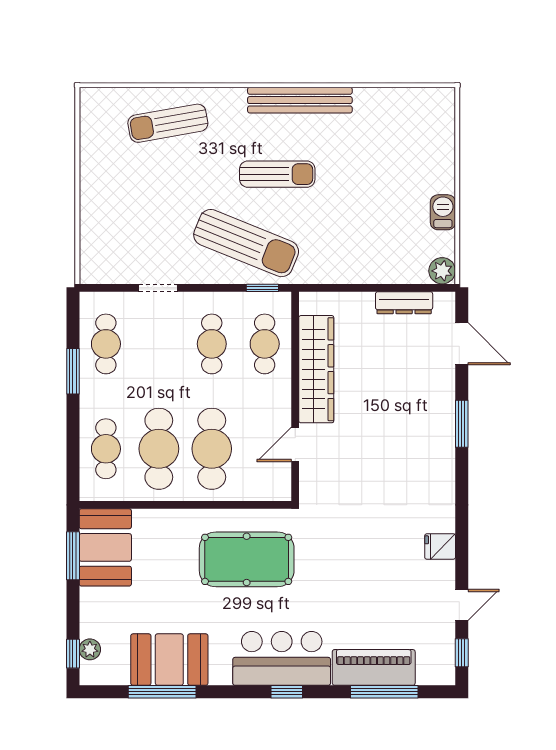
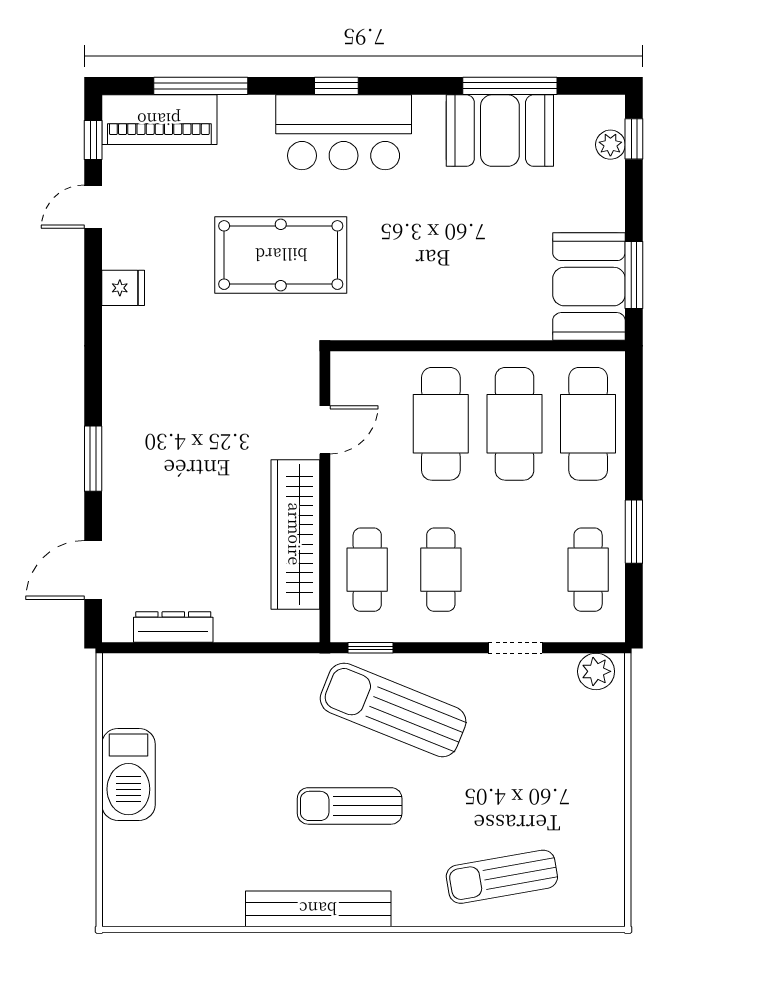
sun lounger: (168, 123) -> (502, 877), turned 180
barbecue: (443, 212) -> (128, 774), width x1.88, depth x1.53
plant: (442, 271) -> (596, 671), moved
door: (462, 344) -> (93, 570), hinge flipped
cafe table: (106, 449) -> (588, 424), width x1.37, depth x1.35
pool table: (247, 559) -> (281, 255), moved
piano: (374, 667) -> (159, 120), moved

